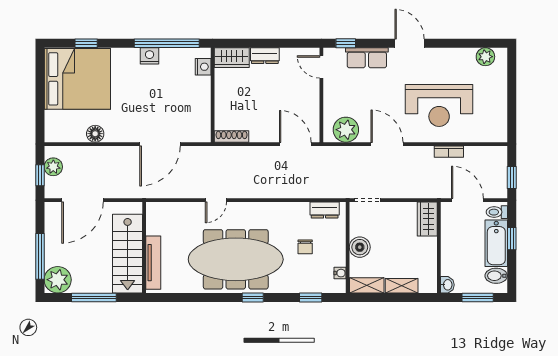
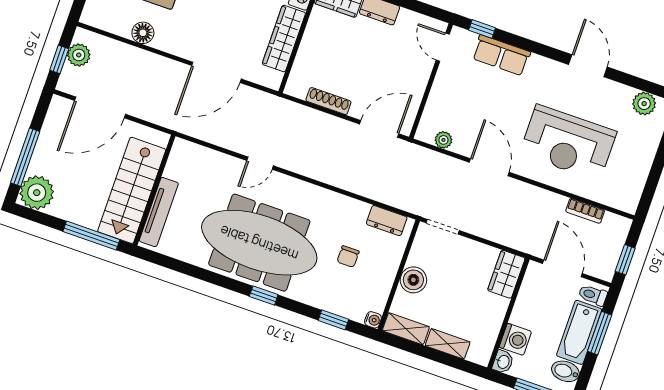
door: (410, 43) -> (588, 66), moved
wardrobe: (201, 102) -> (284, 38), added
plant: (346, 130) -> (443, 140), width x0.53, depth x0.53
shoe rack: (232, 136) -> (328, 101), moved
door: (295, 144) -> (379, 129), hinge flipped
bookcase: (449, 152) -> (585, 211), moved
window: (512, 239) -> (600, 333), width x1.50
washing machine: (451, 265) -> (515, 339), added
water cooler: (340, 273) -> (373, 320), moved
window: (94, 297) -> (91, 236), moved

